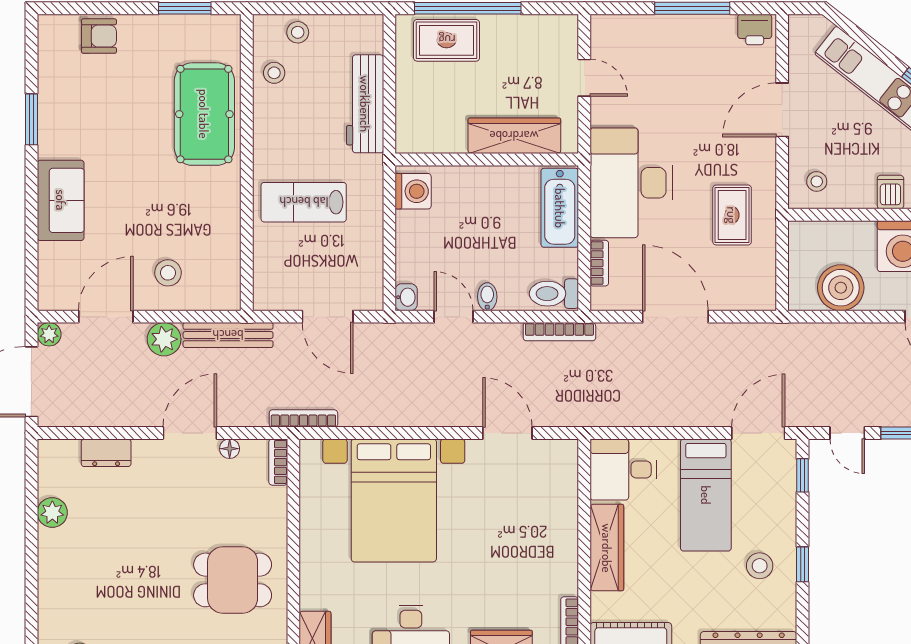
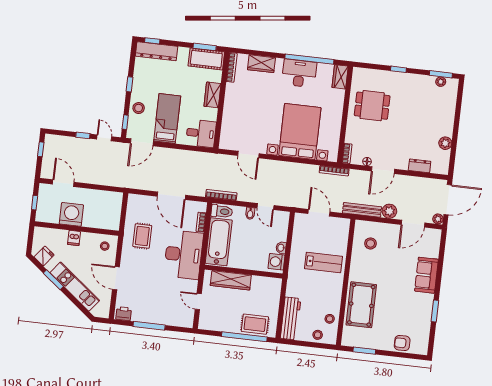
workbench: (365, 104) -> (291, 318), moved
door: (782, 110) -> (116, 278), swing flipped
bathtub: (560, 208) -> (219, 242), width x1.36, depth x1.36
stool: (168, 273) -> (370, 243), moved
boiler: (841, 288) -> (100, 200), removed
washbasin: (406, 297) -> (281, 248), moved
wardrobe: (607, 548) -> (212, 95), width x0.67
stool: (760, 566) -> (139, 108), moved

